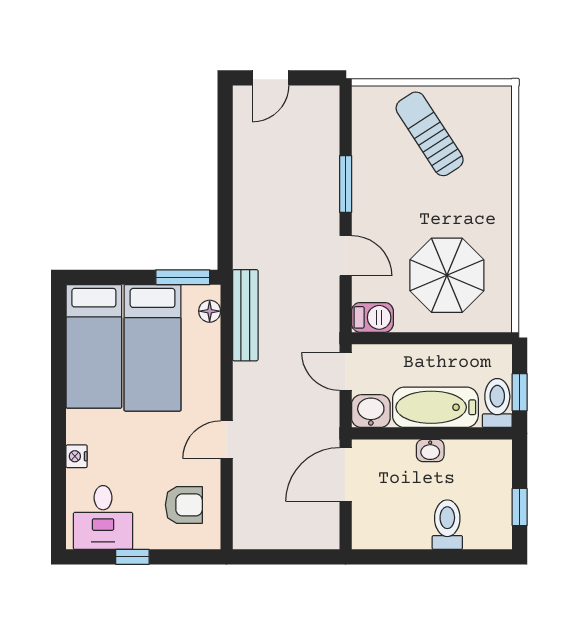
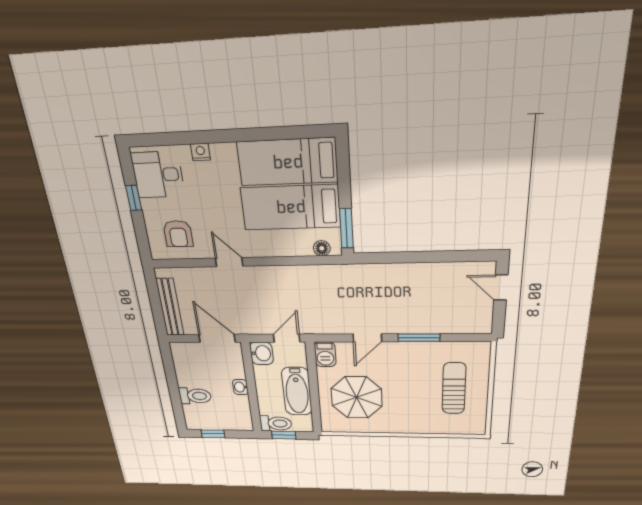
sun lounger: (430, 134) -> (454, 388), turned -57
bench: (245, 315) -> (170, 307), moved, turned 90
bathtub: (435, 407) -> (297, 391), moved, turned 180

